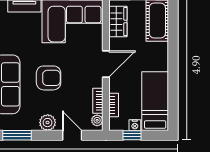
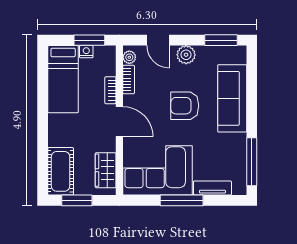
door: (106, 64) -> (119, 122), swing flipped
bookcase: (114, 105) -> (110, 90), moved
window: (132, 135) -> (89, 40), width x1.50

